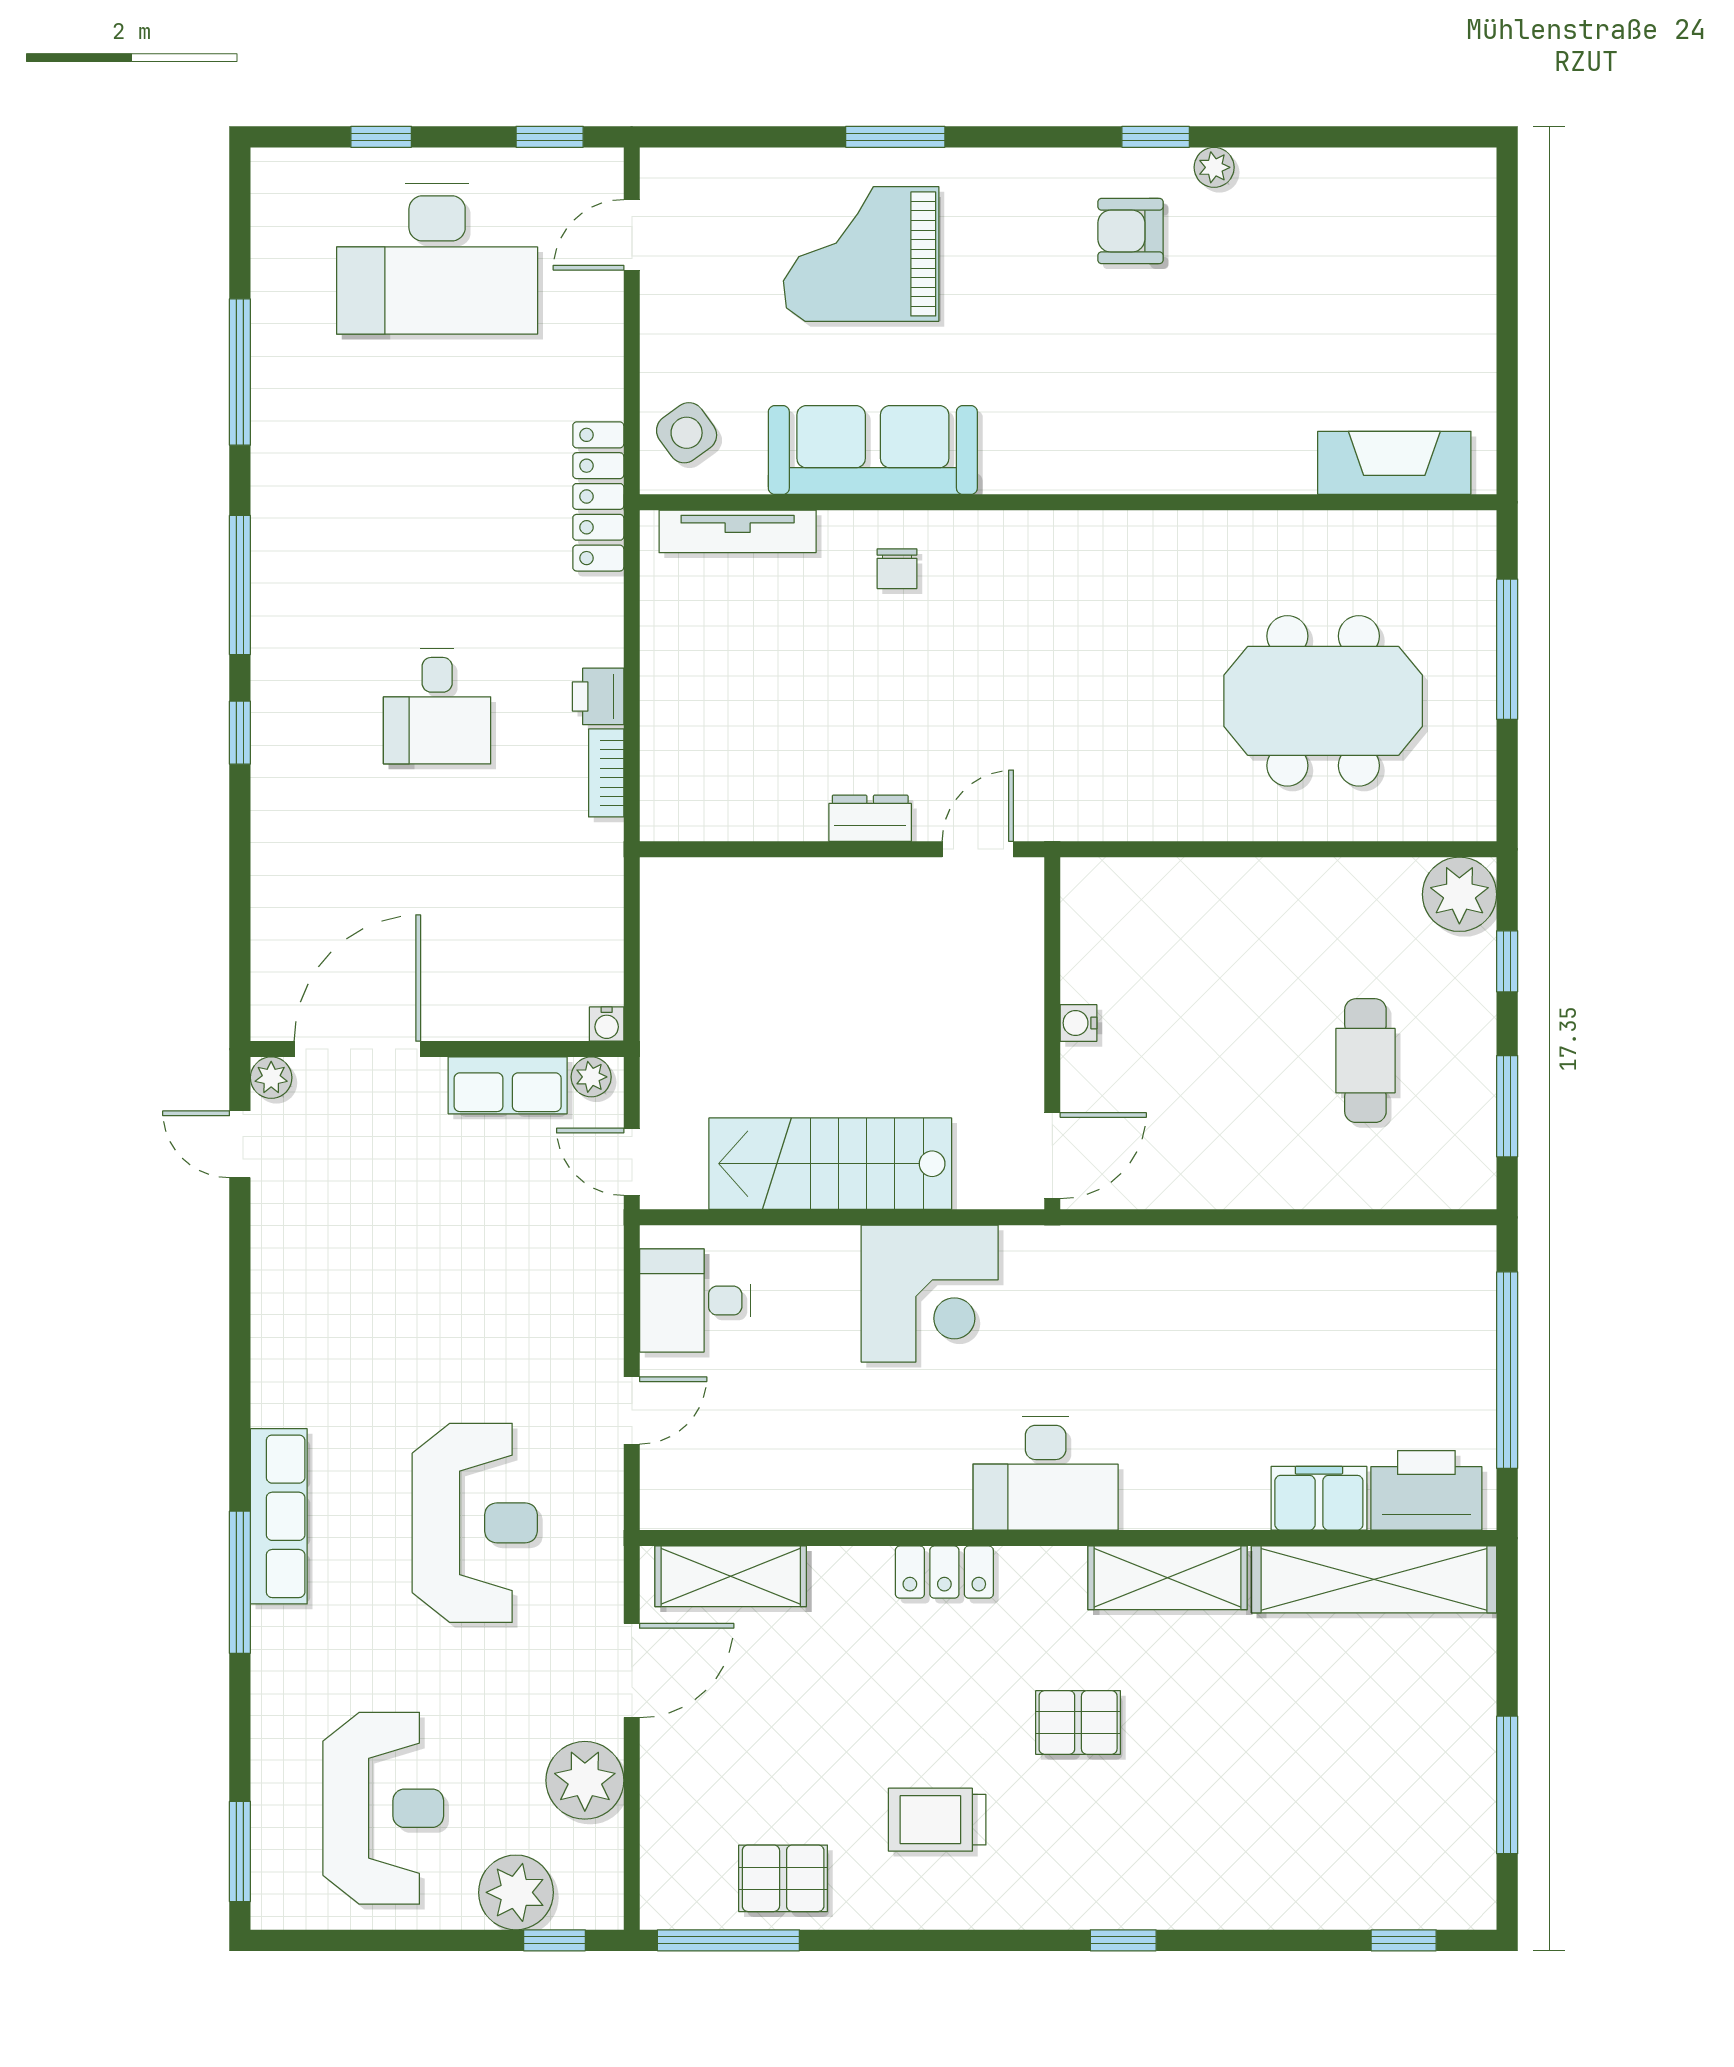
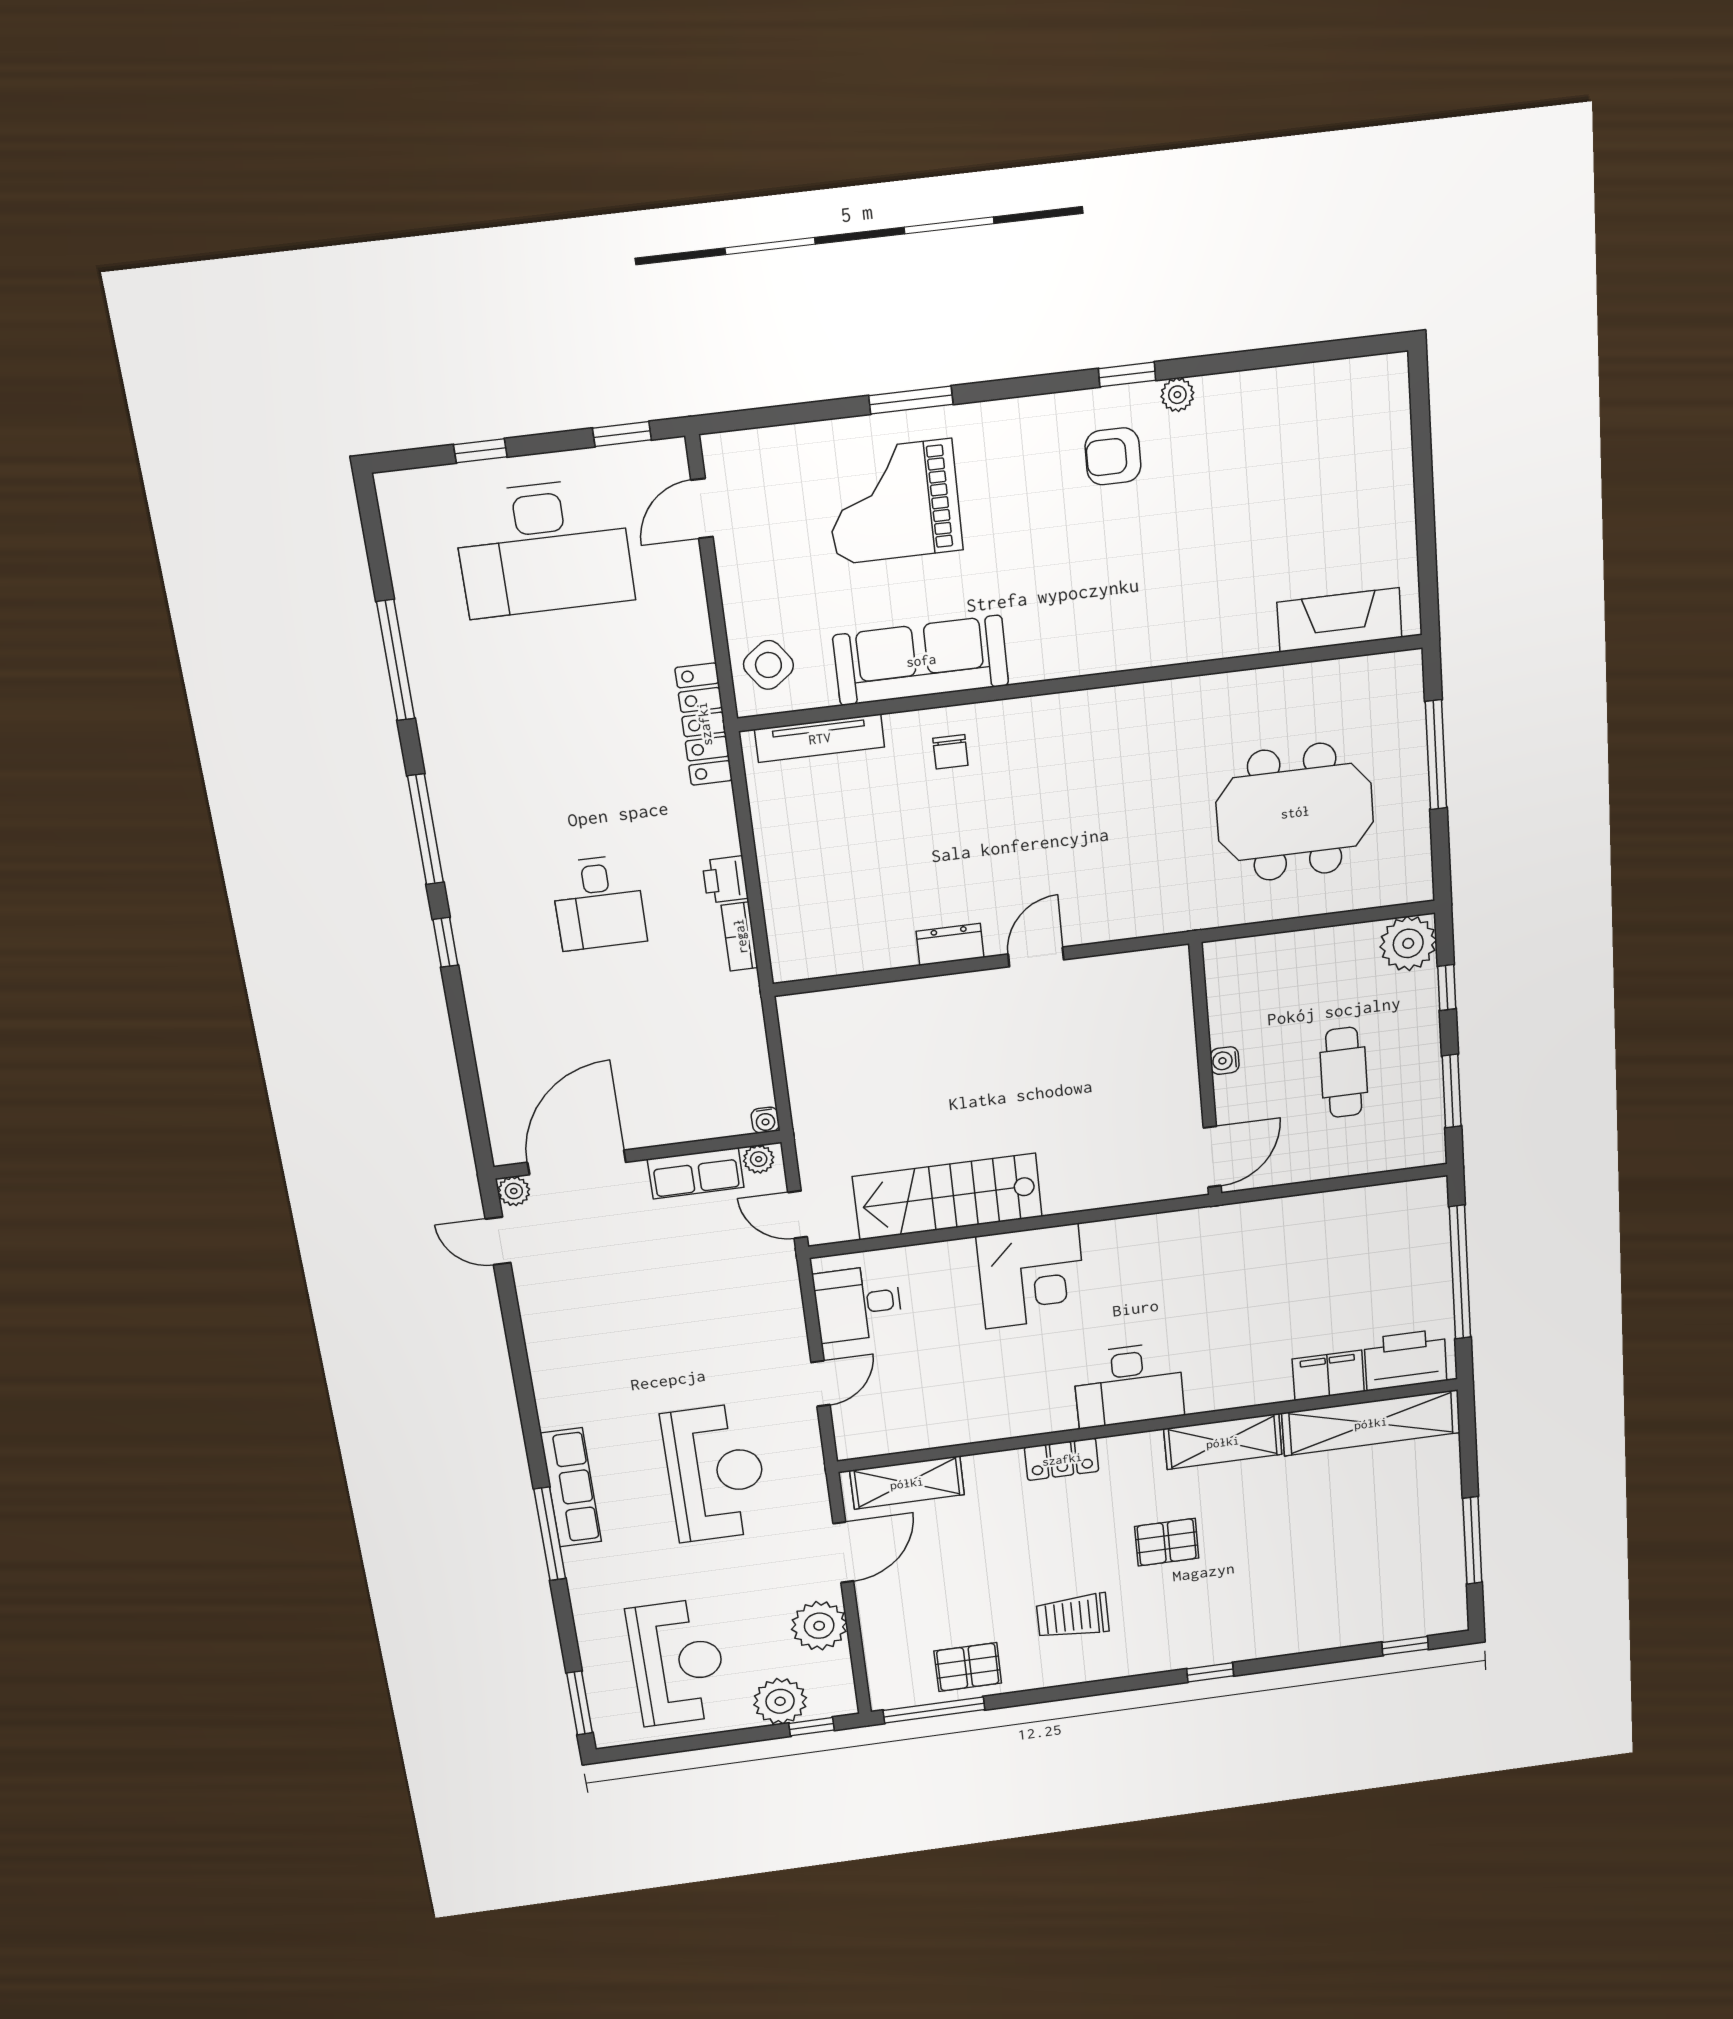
water cooler: (1078, 1023) -> (1225, 1061), moved
wall: (1052, 1033) -> (1205, 1071), moved
door: (1052, 1156) -> (1212, 1157), moved

